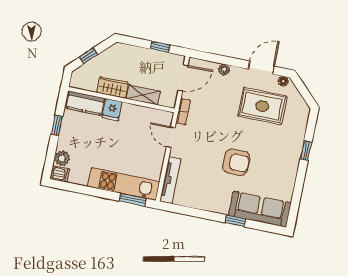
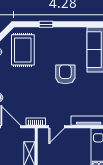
rug: (262, 106) -> (23, 50), moved

